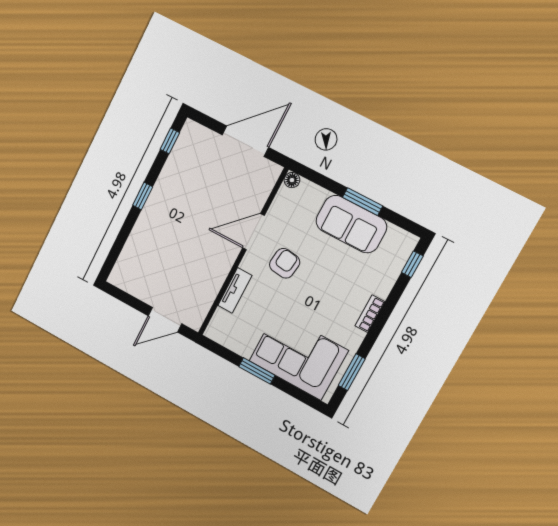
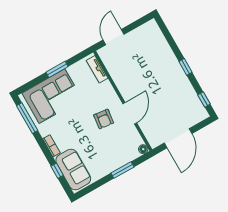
window: (363, 202) -> (122, 170), moved
sofa: (351, 224) -> (73, 170), moved, turned 90
window: (412, 264) -> (57, 171), moved
tv unit: (235, 290) -> (97, 69), moved
window: (352, 372) -> (27, 118), width x1.44

